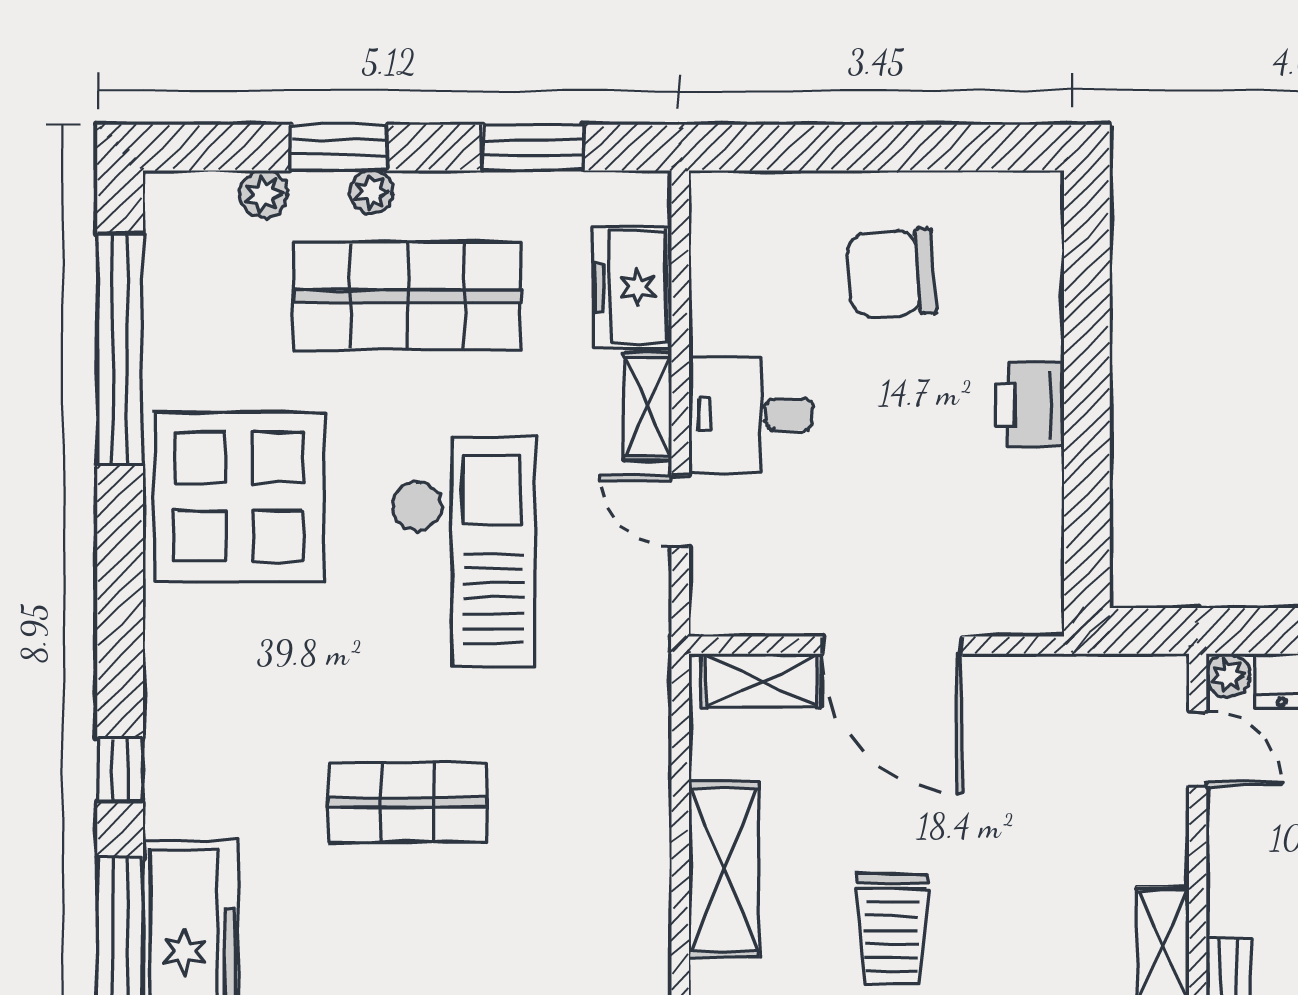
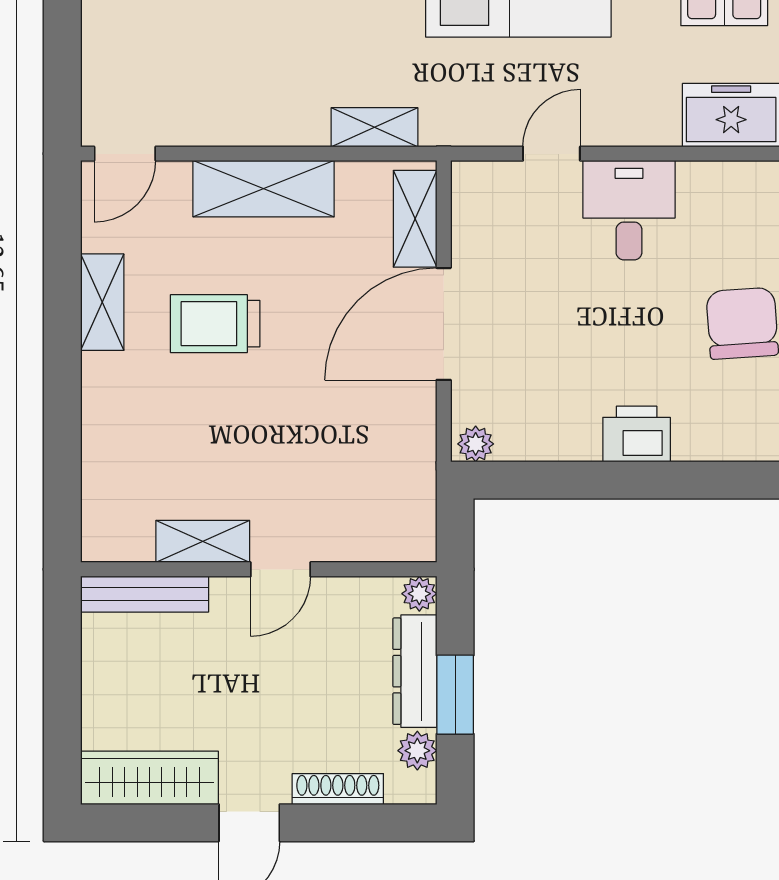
shelving: (647, 407) -> (375, 127), moved
plant: (1042, 605) -> (476, 444), added
door: (1198, 748) -> (280, 569), moved

